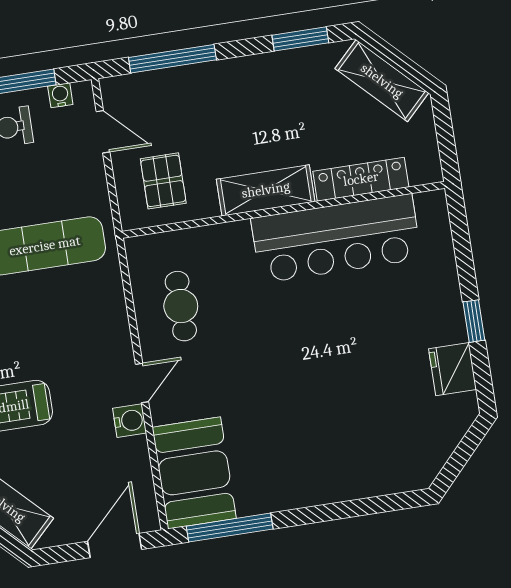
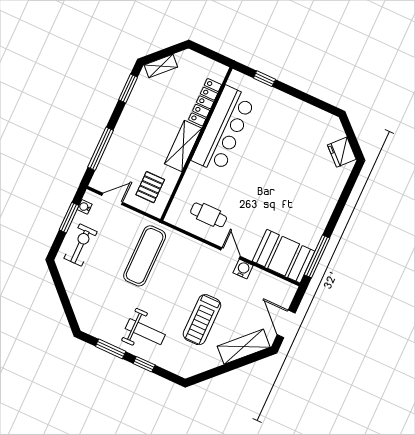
shelving: (382, 81) -> (161, 66), width x0.67, depth x0.75
pallet: (163, 181) -> (150, 187), turned 90
window: (474, 321) -> (264, 79), moved
fridge: (453, 369) -> (342, 152), moved, turned 43
door: (115, 545) -> (286, 324), moved

